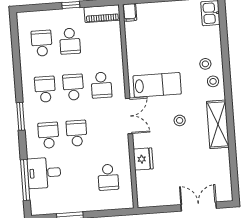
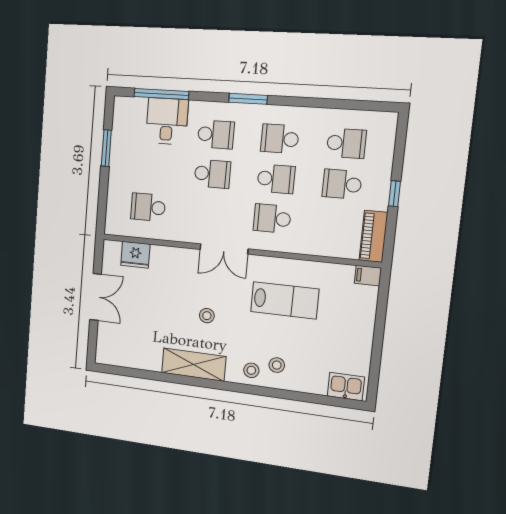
lab bench: (157, 85) -> (285, 300), moved, turned -90
school desk: (45, 89) -> (280, 139), turned 180
fridge: (143, 159) -> (135, 255), moved
double door: (199, 206) -> (96, 297), moved

